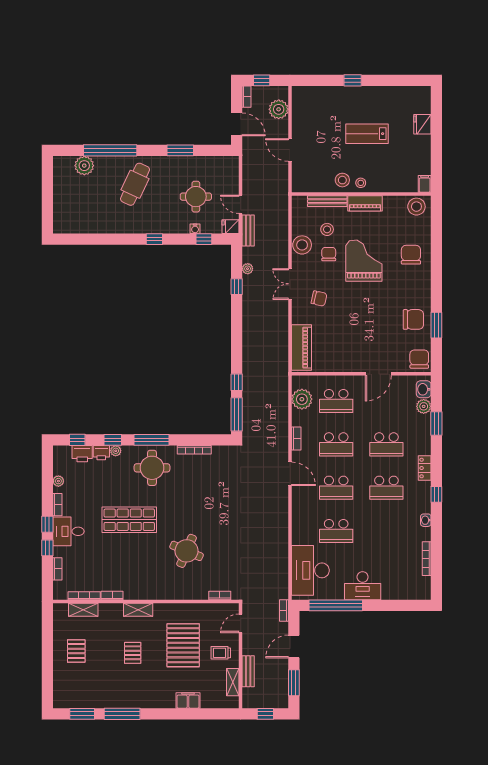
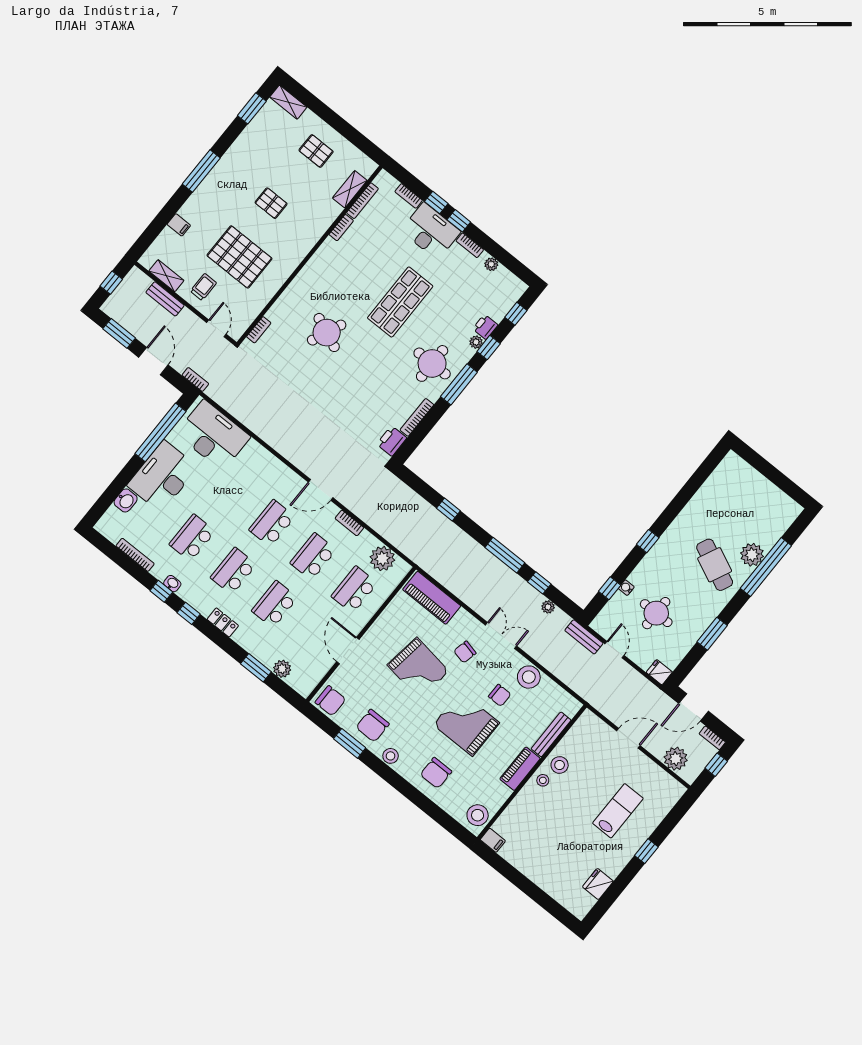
fridge: (422, 124) -> (598, 884), moved, turned -90
lab bench: (367, 134) -> (618, 811), moved
plant: (84, 166) -> (752, 555), moved
door: (241, 204) -> (615, 650), hinge flipped
fridge: (231, 227) -> (659, 672), moved, turned -90
stool: (327, 229) -> (391, 756), moved
chair: (411, 255) -> (436, 773), turned 90
grand piano: (364, 261) -> (466, 724), turned 180
grand piano: (353, 320) -> (418, 668), added
washbasin: (424, 389) -> (126, 500), moved, turned 90
window: (237, 414) -> (505, 555), moved
printer: (82, 454) -> (392, 441), moved
window: (436, 523) -> (161, 591), added
desk: (68, 531) -> (431, 231), width x1.37
school desk: (336, 531) -> (192, 538), moved
desk: (363, 586) -> (163, 476), width x1.36, depth x1.30
shelving: (138, 610) -> (288, 102), moved, turned 90
filing cabinet: (188, 700) -> (179, 225), width x0.50
window: (122, 714) -> (201, 171), moved

